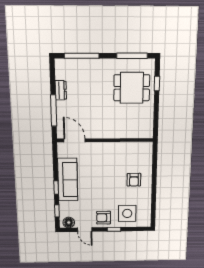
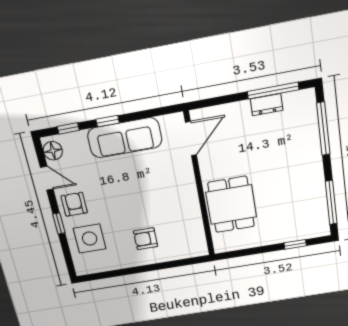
dining table: (132, 88) -> (231, 205), moved
window: (54, 110) -> (273, 91), moved
door: (85, 230) -> (47, 178), swing flipped

